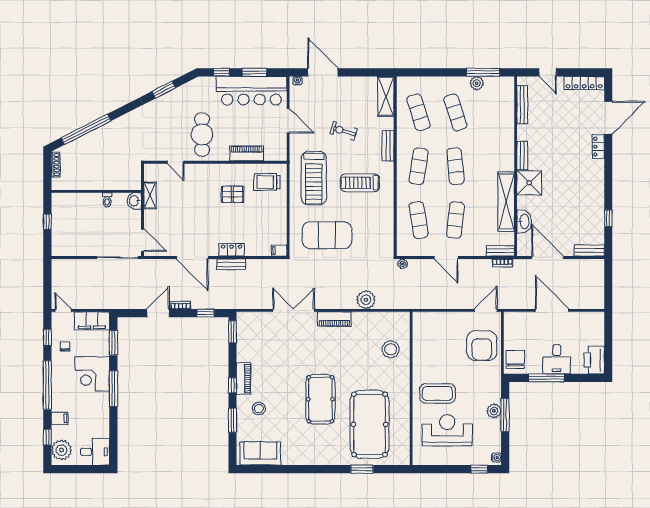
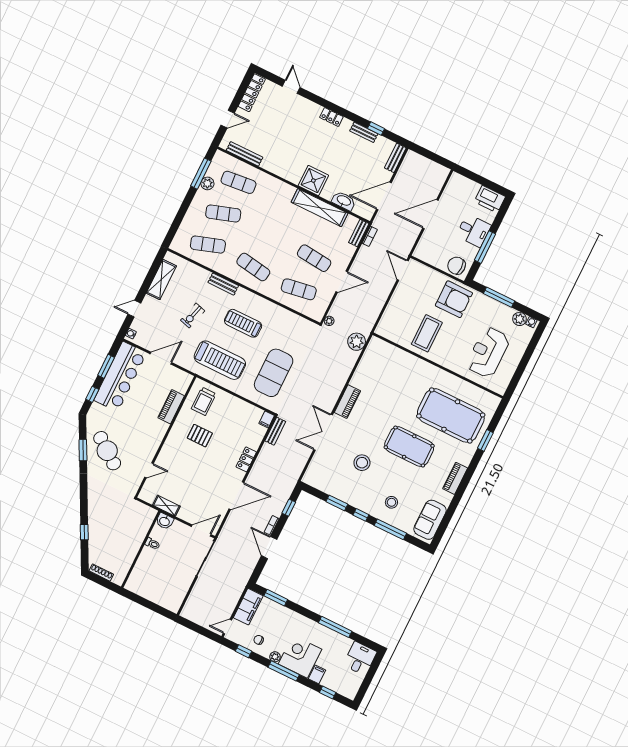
door: (323, 72) -> (134, 309), width x0.53
shelving: (386, 96) -> (161, 280), moved, turned 90
door: (608, 118) -> (291, 87), width x0.53
window: (86, 129) -> (84, 532), width x0.32
cafe table: (202, 134) -> (107, 451), moved, turned 37
locker: (598, 147) -> (331, 117), moved
bench: (522, 155) -> (364, 132), moved
exercise mat: (455, 166) -> (239, 182), moved
treadmill: (360, 183) -> (243, 323), turned 90
pallet: (233, 194) -> (200, 436), turned 90
window: (47, 222) -> (146, 603), removed
bench: (231, 264) -> (275, 431), moved
plant: (366, 300) -> (357, 342), moved
window: (233, 332) -> (337, 503), moved
armchair: (482, 346) -> (454, 299), moved
stool: (391, 349) -> (362, 463), moved
corner desk: (92, 374) -> (300, 657), moved, turned 180
piano: (244, 378) -> (455, 478), moved, turned -90
window: (47, 385) -> (284, 671), width x0.68
window: (113, 388) -> (335, 627), moved
coffee table: (437, 393) -> (427, 333), moved
plant: (494, 411) -> (519, 319), moved
window: (233, 420) -> (390, 529), width x1.44
plant: (61, 450) -> (275, 657), moved, width x0.53, depth x0.53
window: (479, 469) -> (534, 341), removed

